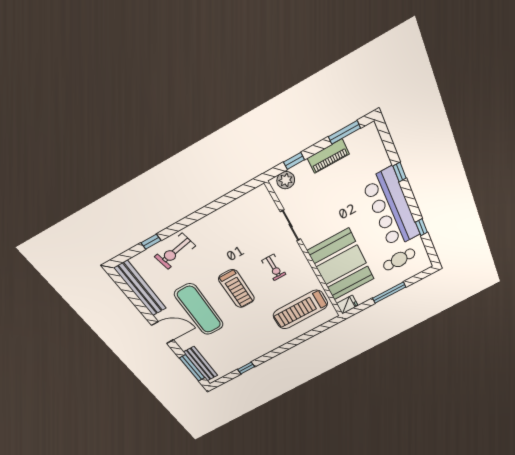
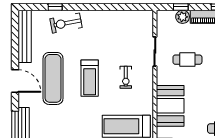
plant: (286, 180) -> (183, 17), moved
cafe table: (331, 214) -> (187, 60), added
booth: (341, 265) -> (170, 106), width x0.73, depth x0.70

